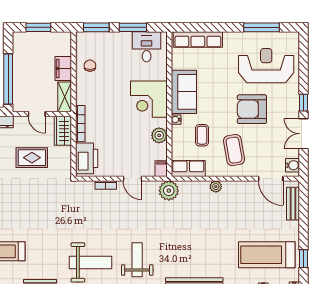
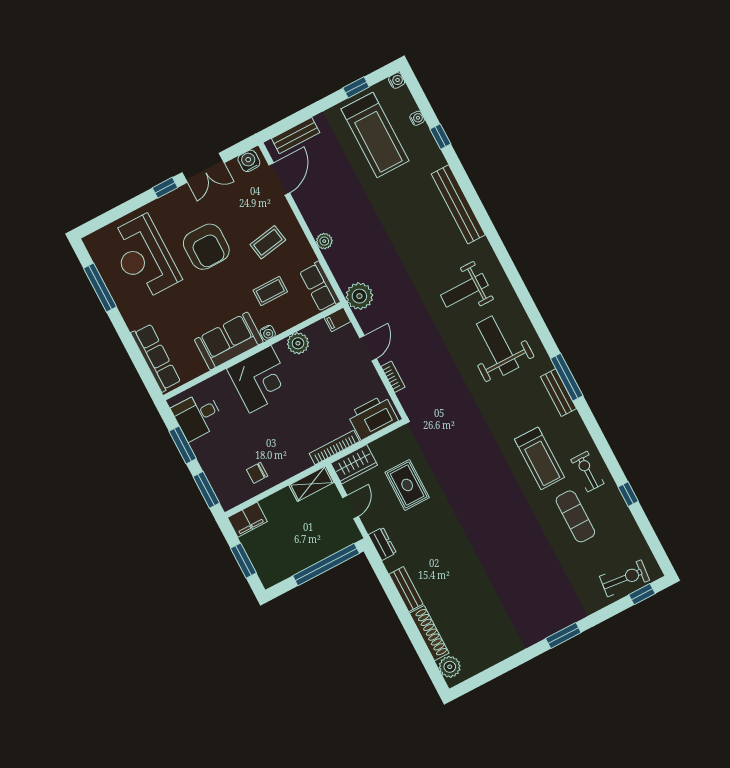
filing cabinet: (63, 69) -> (247, 520), moved
coffee table: (234, 150) -> (268, 242), width x0.73, depth x0.77

